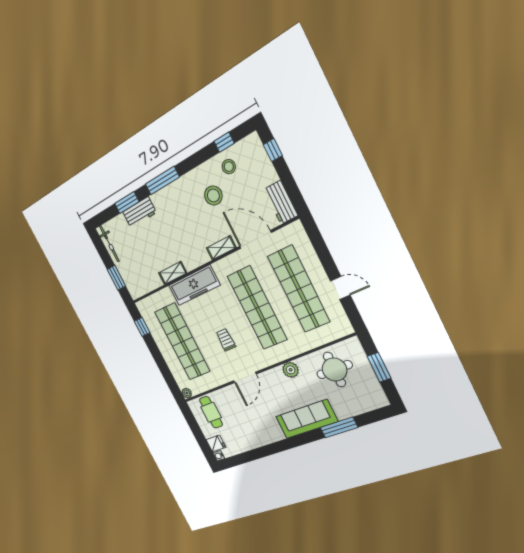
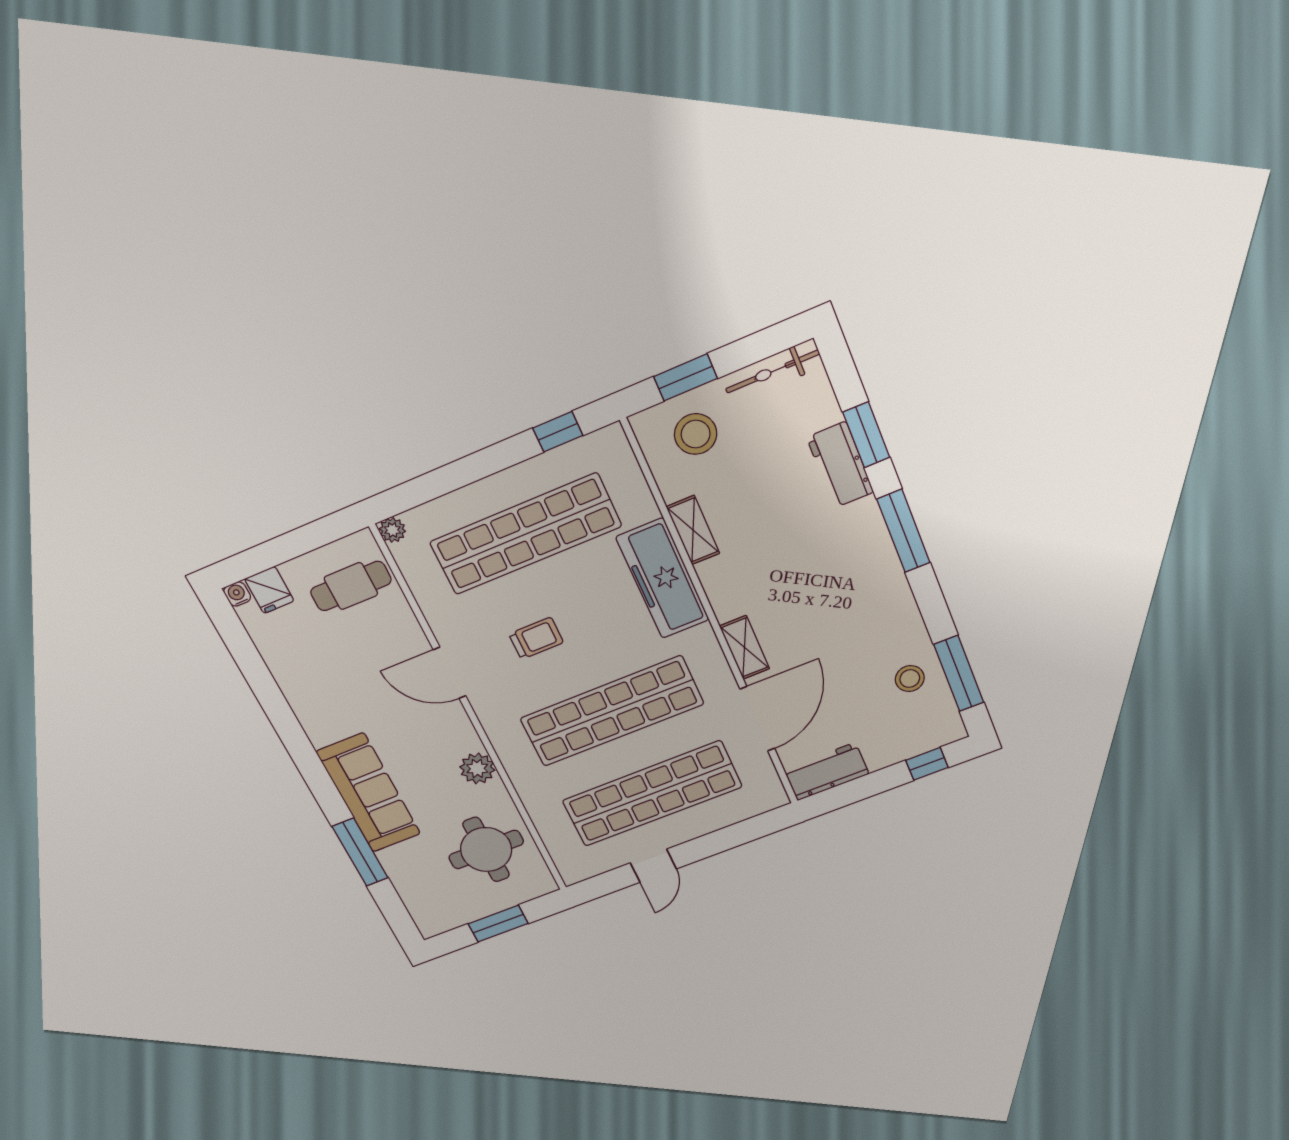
window: (224, 142) -> (959, 674), width x2.17
stool: (213, 196) -> (696, 434), moved

